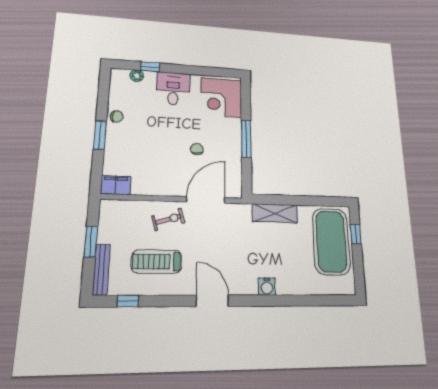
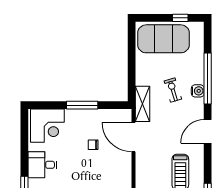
shelving: (275, 213) -> (143, 104), moved
exercise bike: (168, 219) -> (173, 90), moved
window: (356, 234) -> (180, 18), moved
window: (284, 301) -> (208, 79), added

